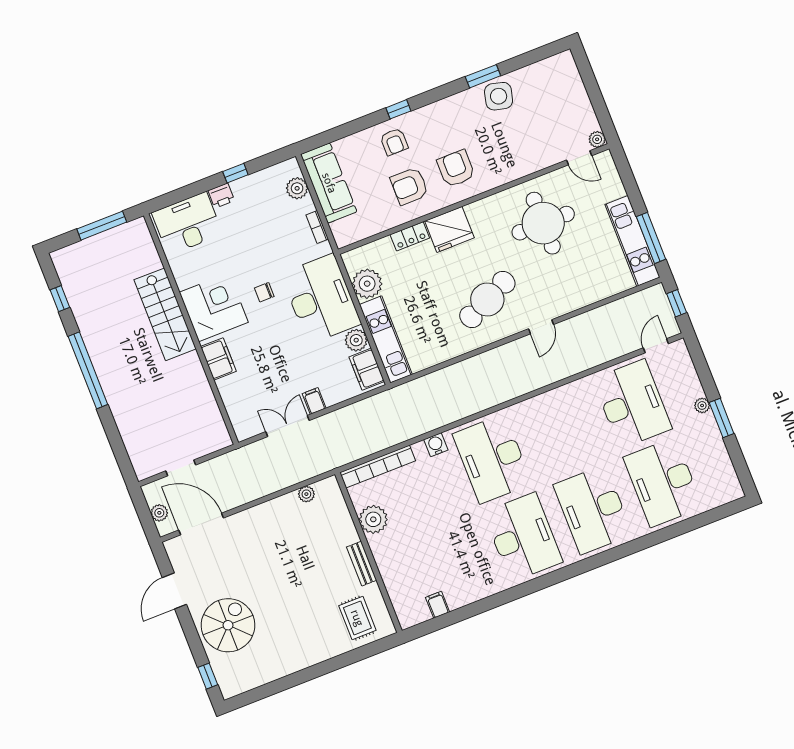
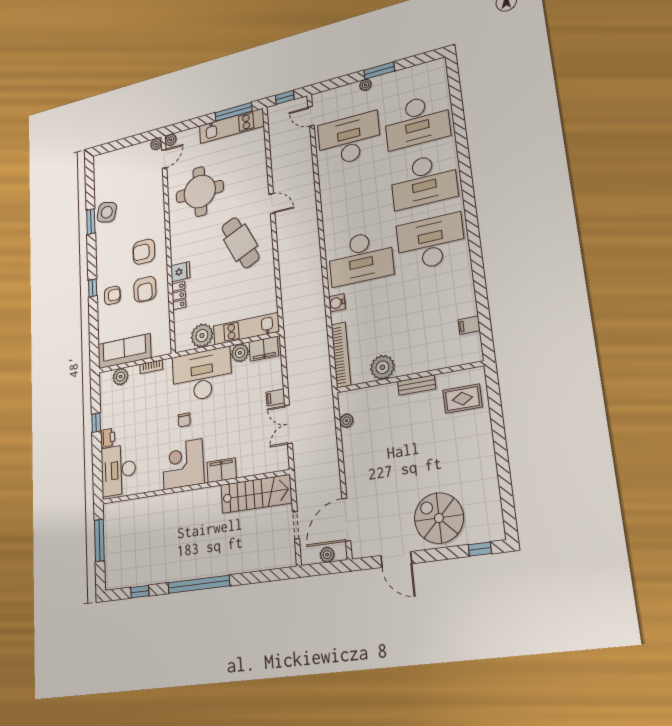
plant: (605, 159) -> (171, 140), added
fridge: (449, 229) -> (180, 272), width x0.53, depth x0.75
stairs: (165, 314) -> (256, 494), moved

